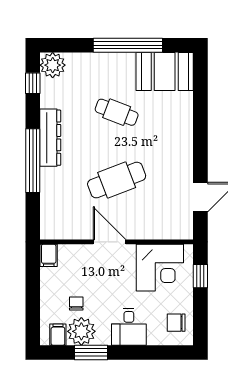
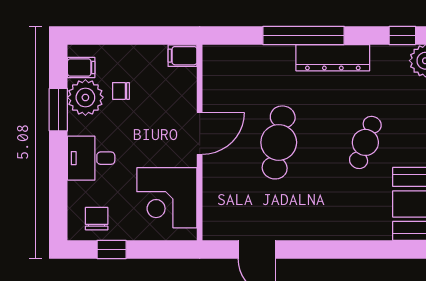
cafe table: (117, 180) -> (279, 142), turned 30
window: (200, 276) -> (112, 249), moved
chair: (76, 304) -> (121, 91), turned 180

